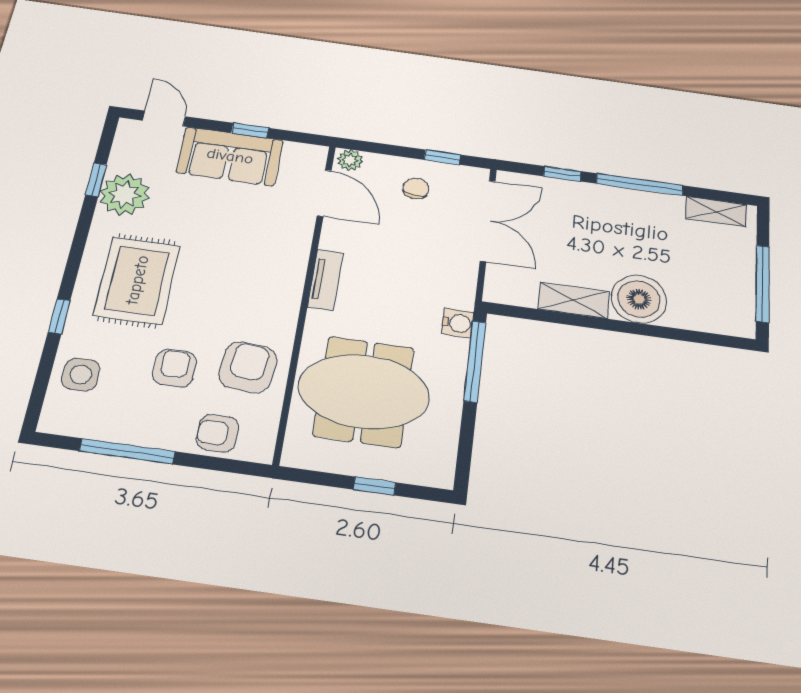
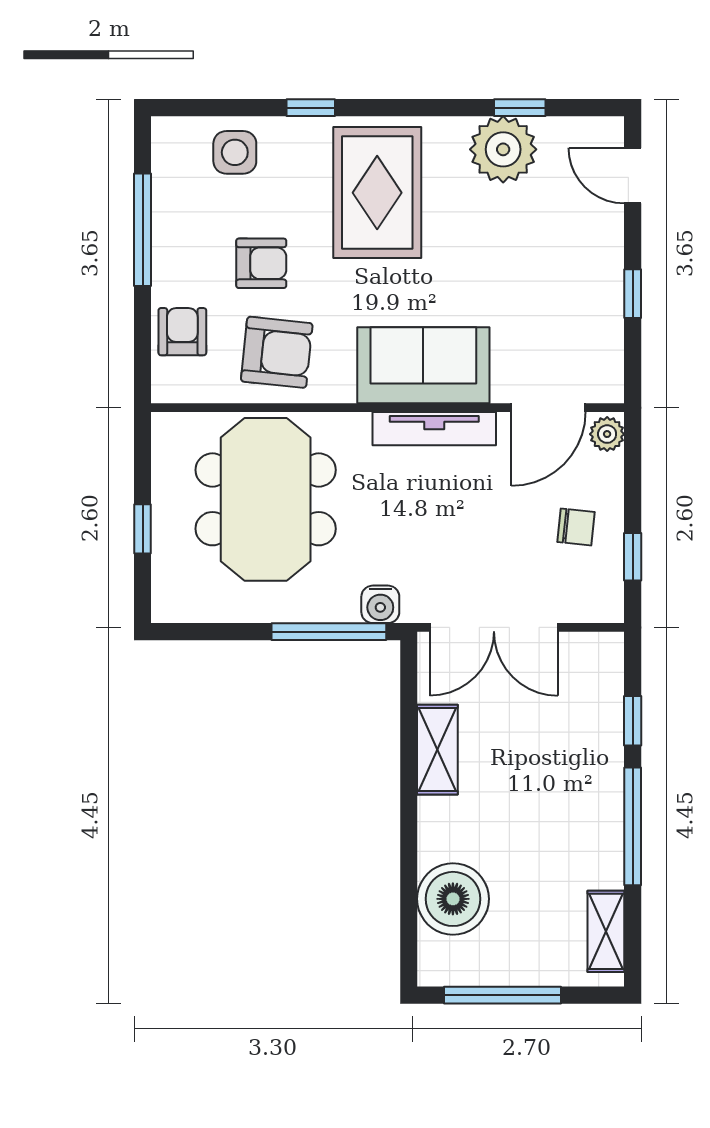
door: (164, 118) -> (633, 176), swing flipped
sofa: (230, 156) -> (423, 365), moved, turned 90
double door: (488, 221) -> (494, 627), moved
rug: (137, 280) -> (377, 193), turned 90
tv unit: (325, 280) -> (434, 429), width x1.41
boiler: (639, 299) -> (453, 899), moved

